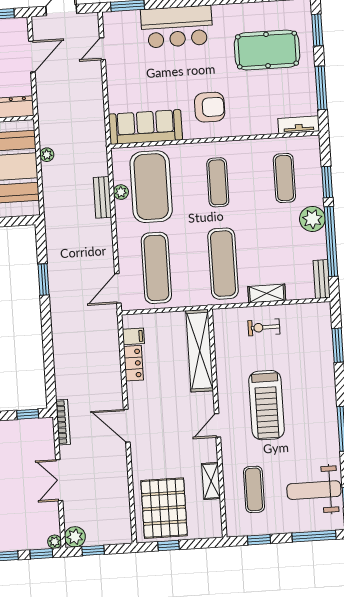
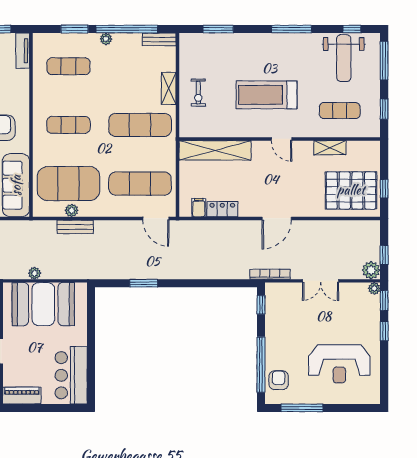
plant: (312, 219) -> (106, 39), width x0.53, depth x0.53
treadmill: (266, 405) -> (267, 95), turned 180

